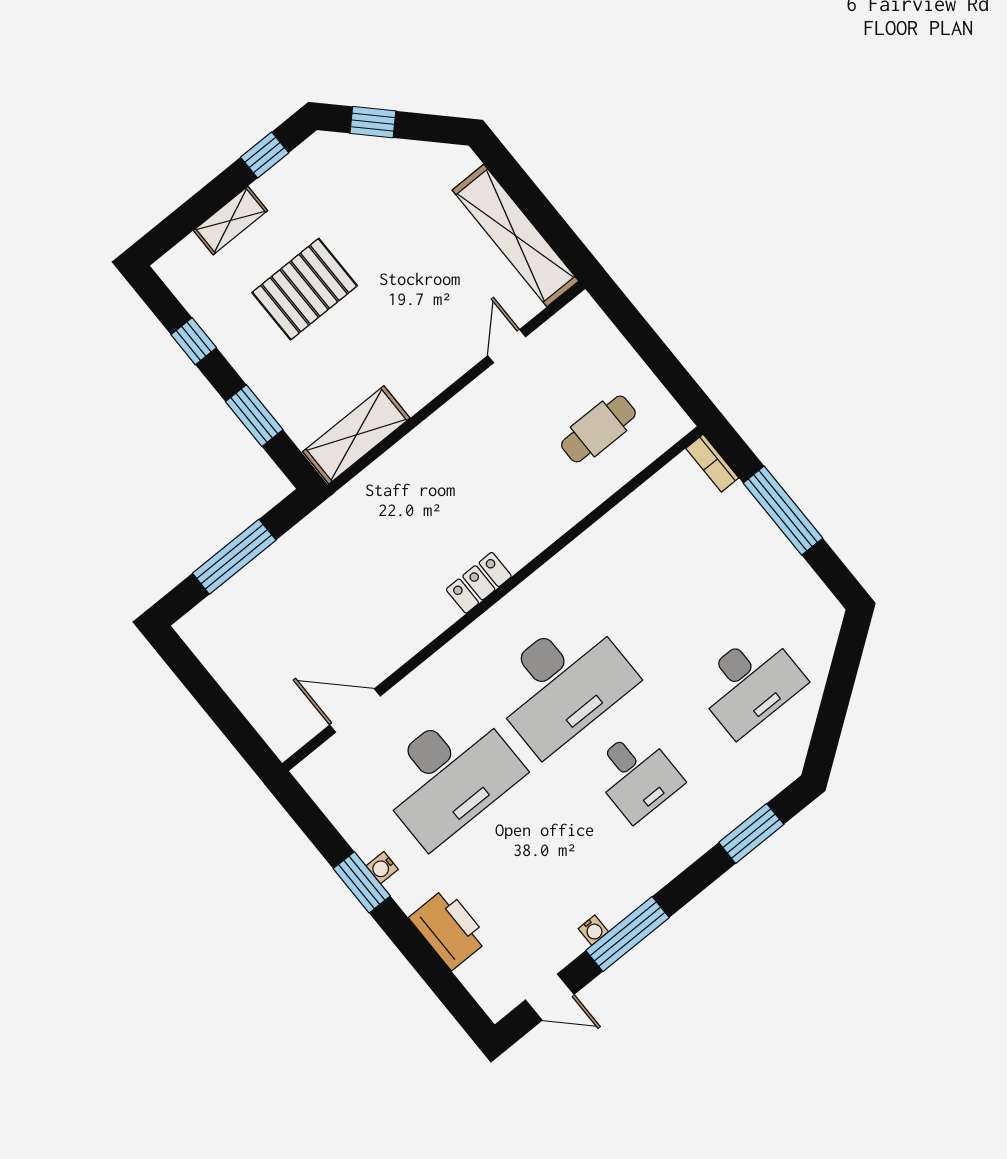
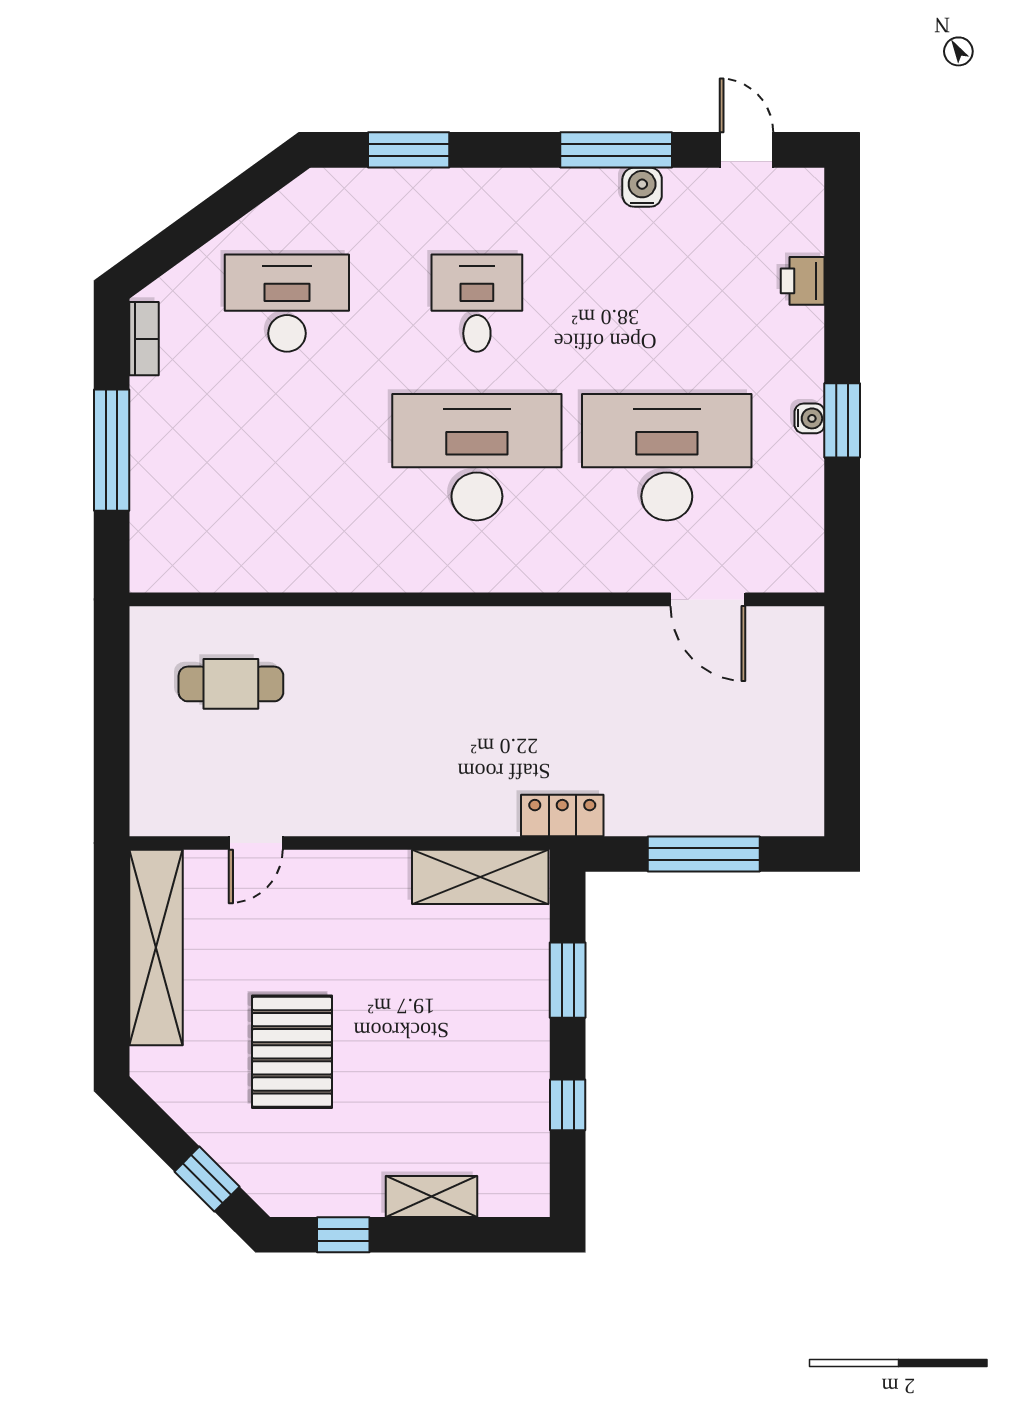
pallet: (305, 289) -> (292, 1052), moved, turned 90
bookcase: (712, 463) -> (144, 339), moved
locker: (479, 583) -> (562, 815), moved, turned 180
printer: (449, 929) -> (803, 281), width x0.53, depth x0.68
water cooler: (593, 930) -> (642, 187), width x1.38, depth x1.38

